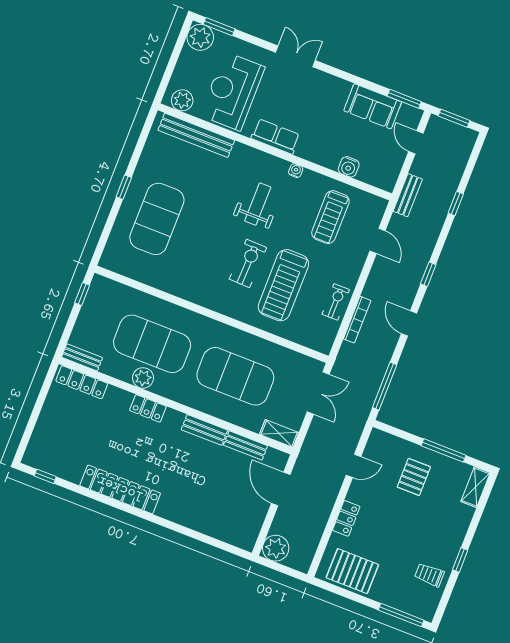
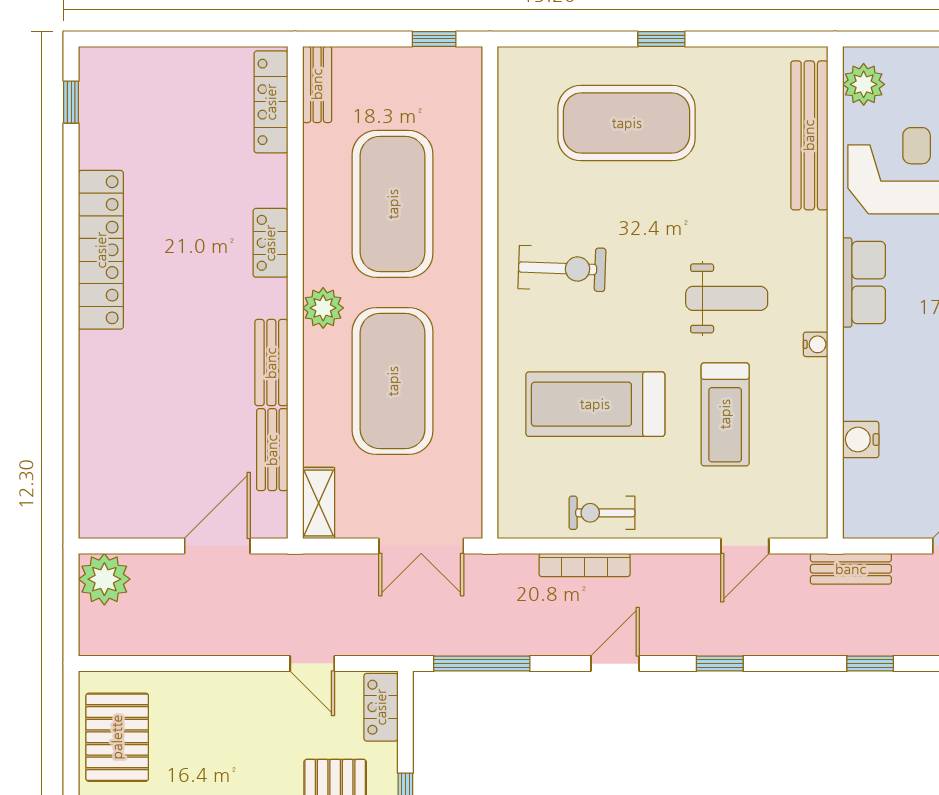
treadmill: (330, 217) -> (725, 414), moved, turned -90
exercise bike: (248, 263) -> (562, 268), moved
exercise bike: (336, 302) -> (602, 513), turned 180
plant: (143, 378) -> (323, 308), moved
locker: (346, 518) -> (381, 707), moved, turned 90

